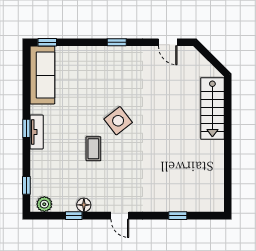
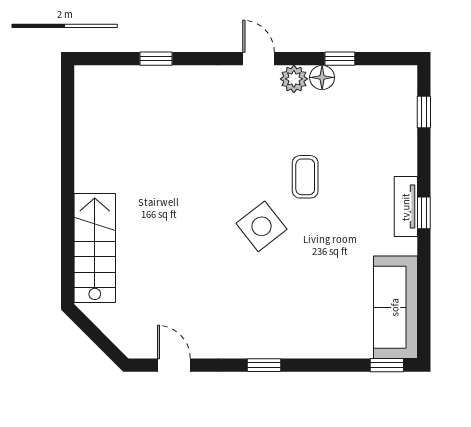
plant: (44, 204) -> (294, 79), moved

